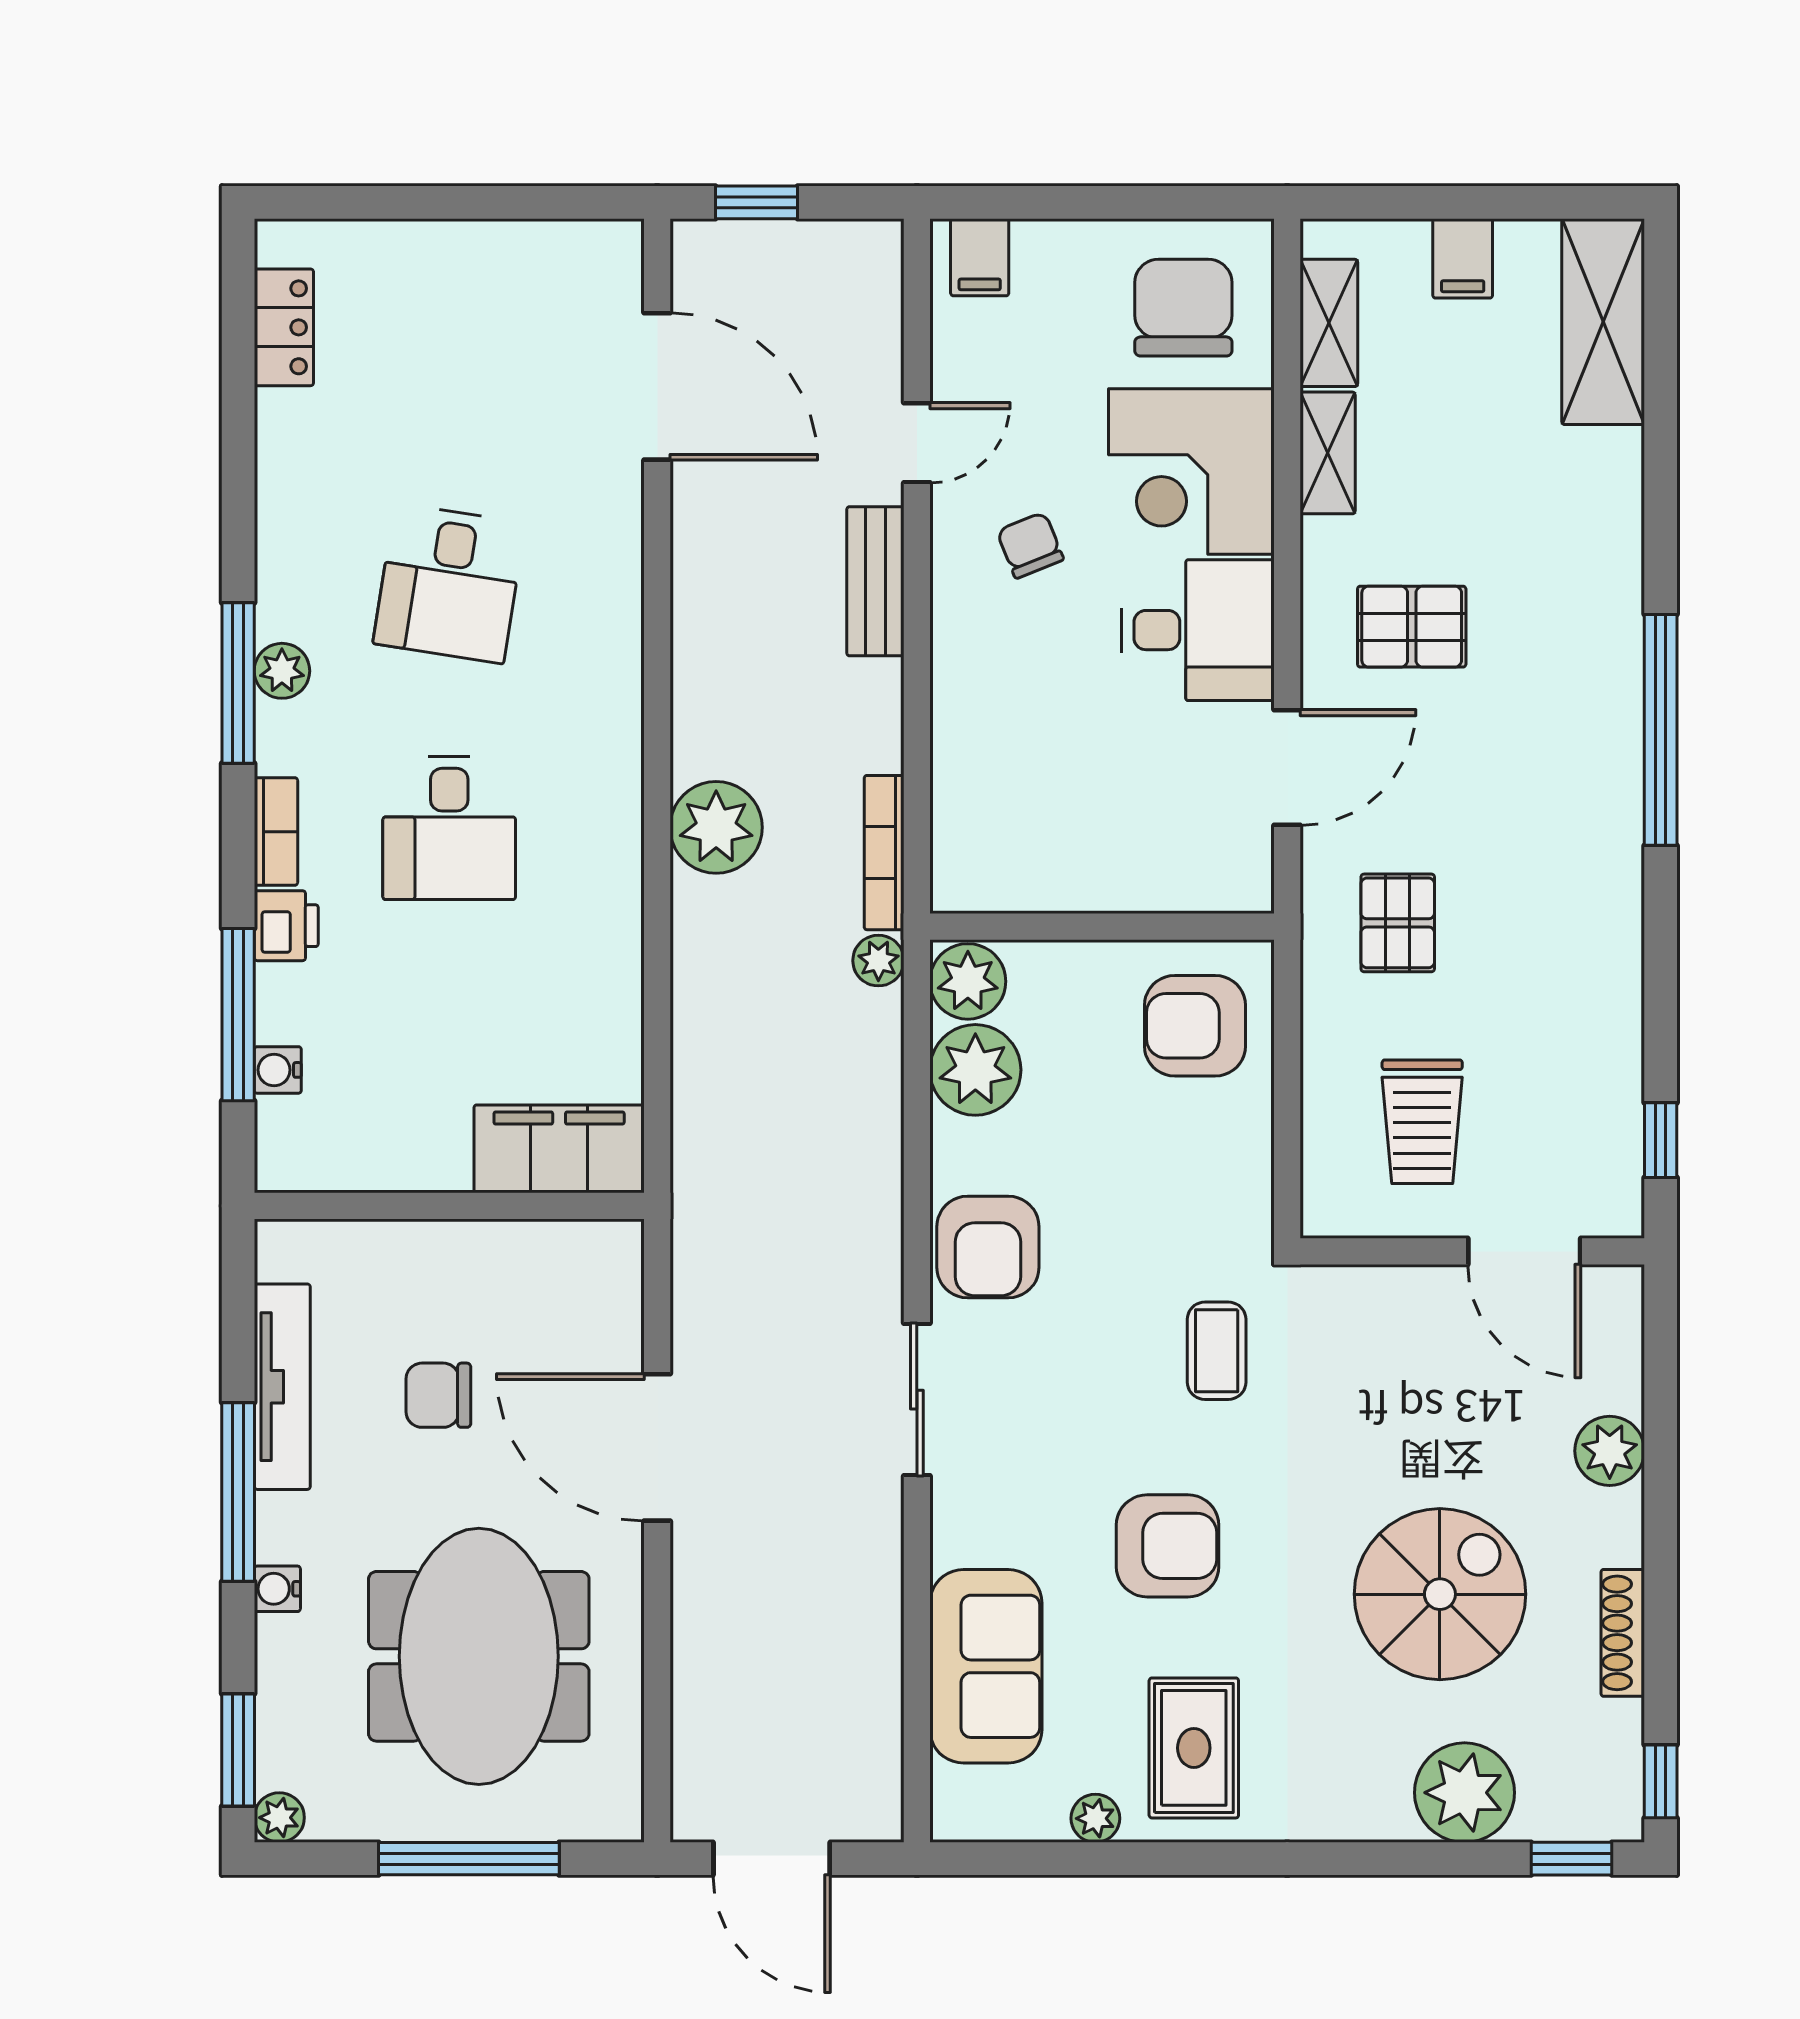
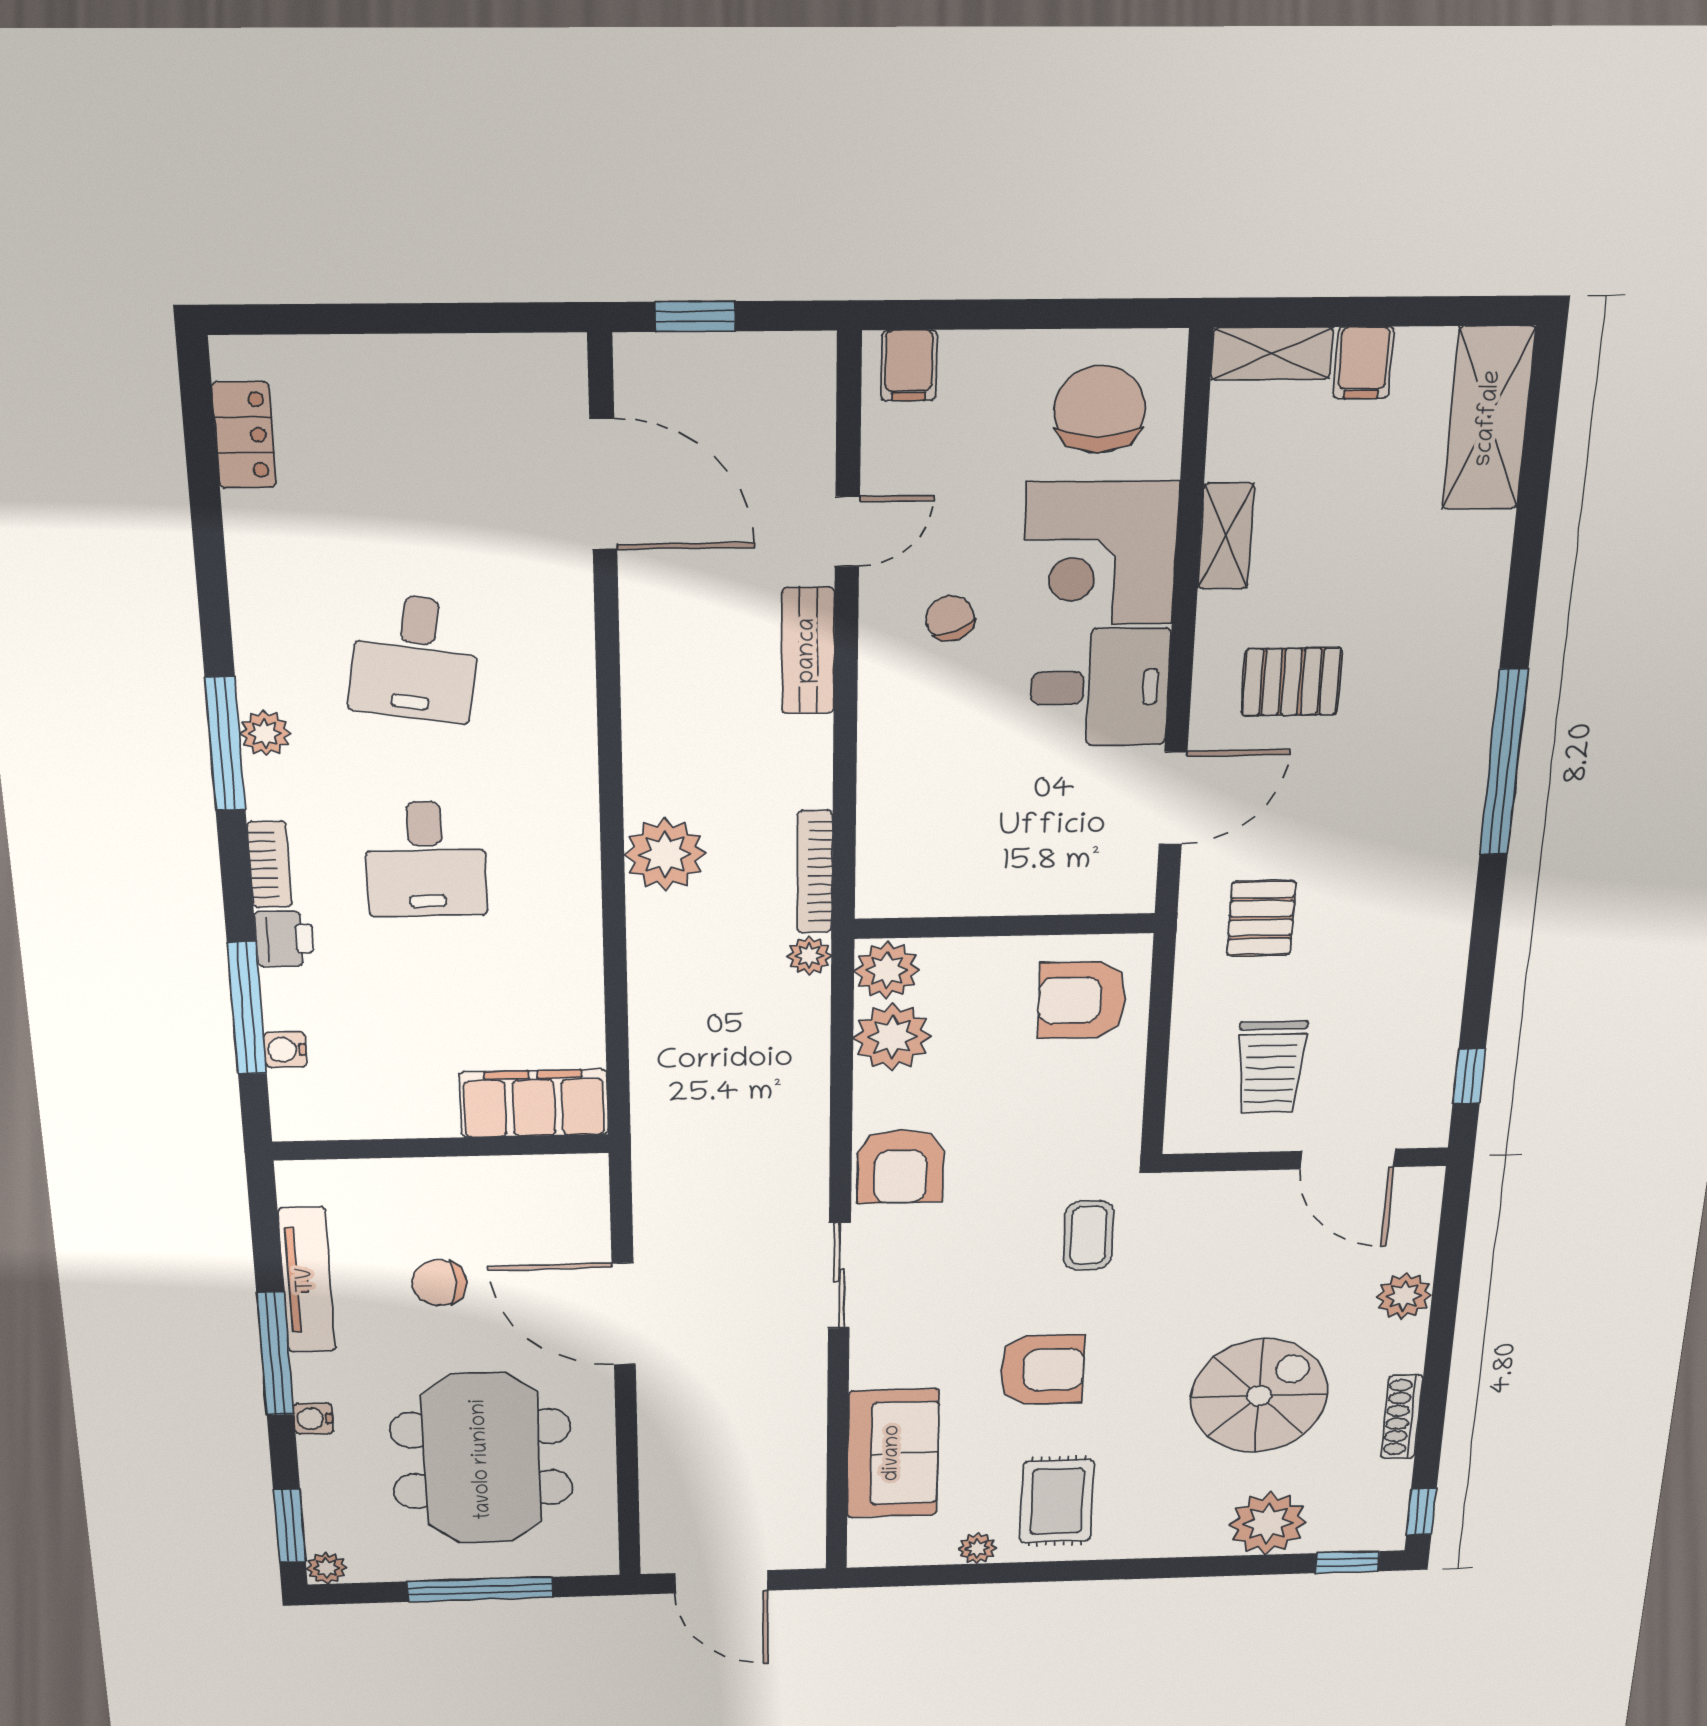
shelving: (1329, 323) -> (1272, 354), moved, turned 90

